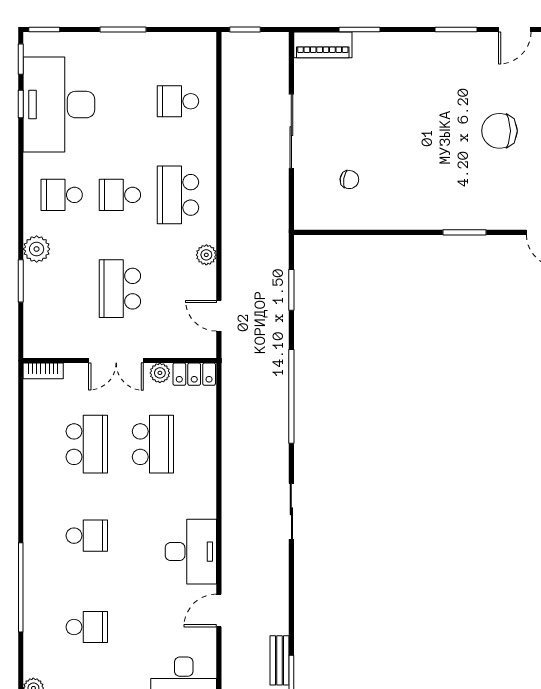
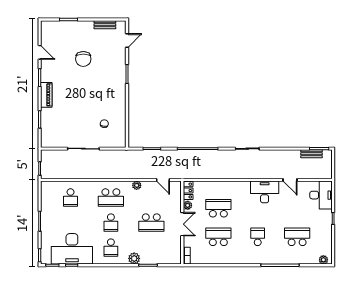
piano: (323, 45) -> (46, 95), moved
door: (219, 316) -> (163, 180), hinge flipped
school desk: (87, 627) -> (297, 237), width x1.85

